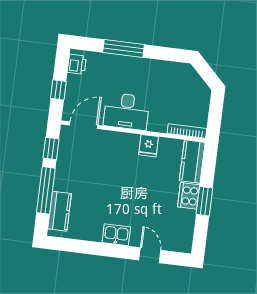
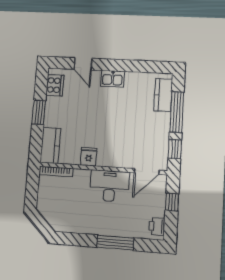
cooker: (189, 196) -> (55, 85), moved

